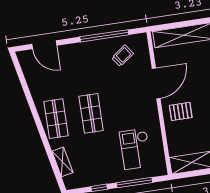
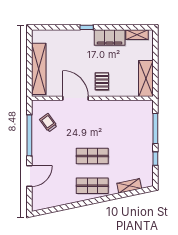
door: (44, 45) -> (29, 176), moved
checkout: (135, 149) -> (127, 124), removed

